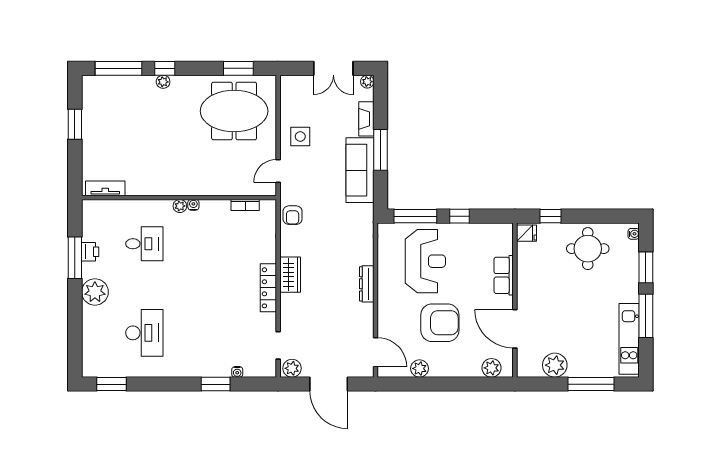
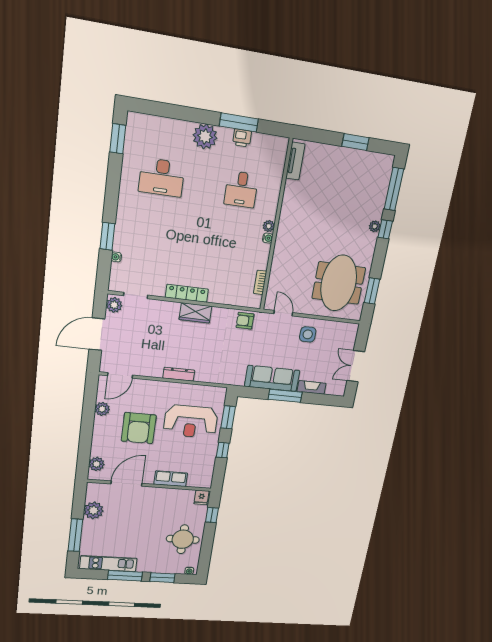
plant: (367, 82) -> (340, 391), removed
window: (415, 216) -> (228, 417), width x0.69

